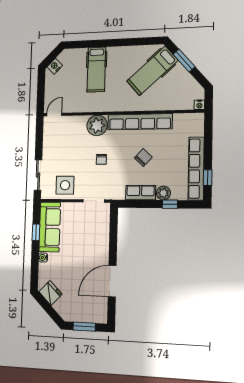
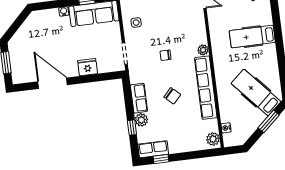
nightstand: (199, 105) -> (226, 128), moved
plant: (194, 120) -> (213, 139), added
plant: (97, 125) -> (203, 50), width x0.53, depth x0.53
row of seats: (196, 169) -> (153, 149), width x0.50
side table: (65, 185) -> (136, 23), width x0.54, depth x0.54
fridge: (50, 293) -> (88, 67), moved, turned -135

